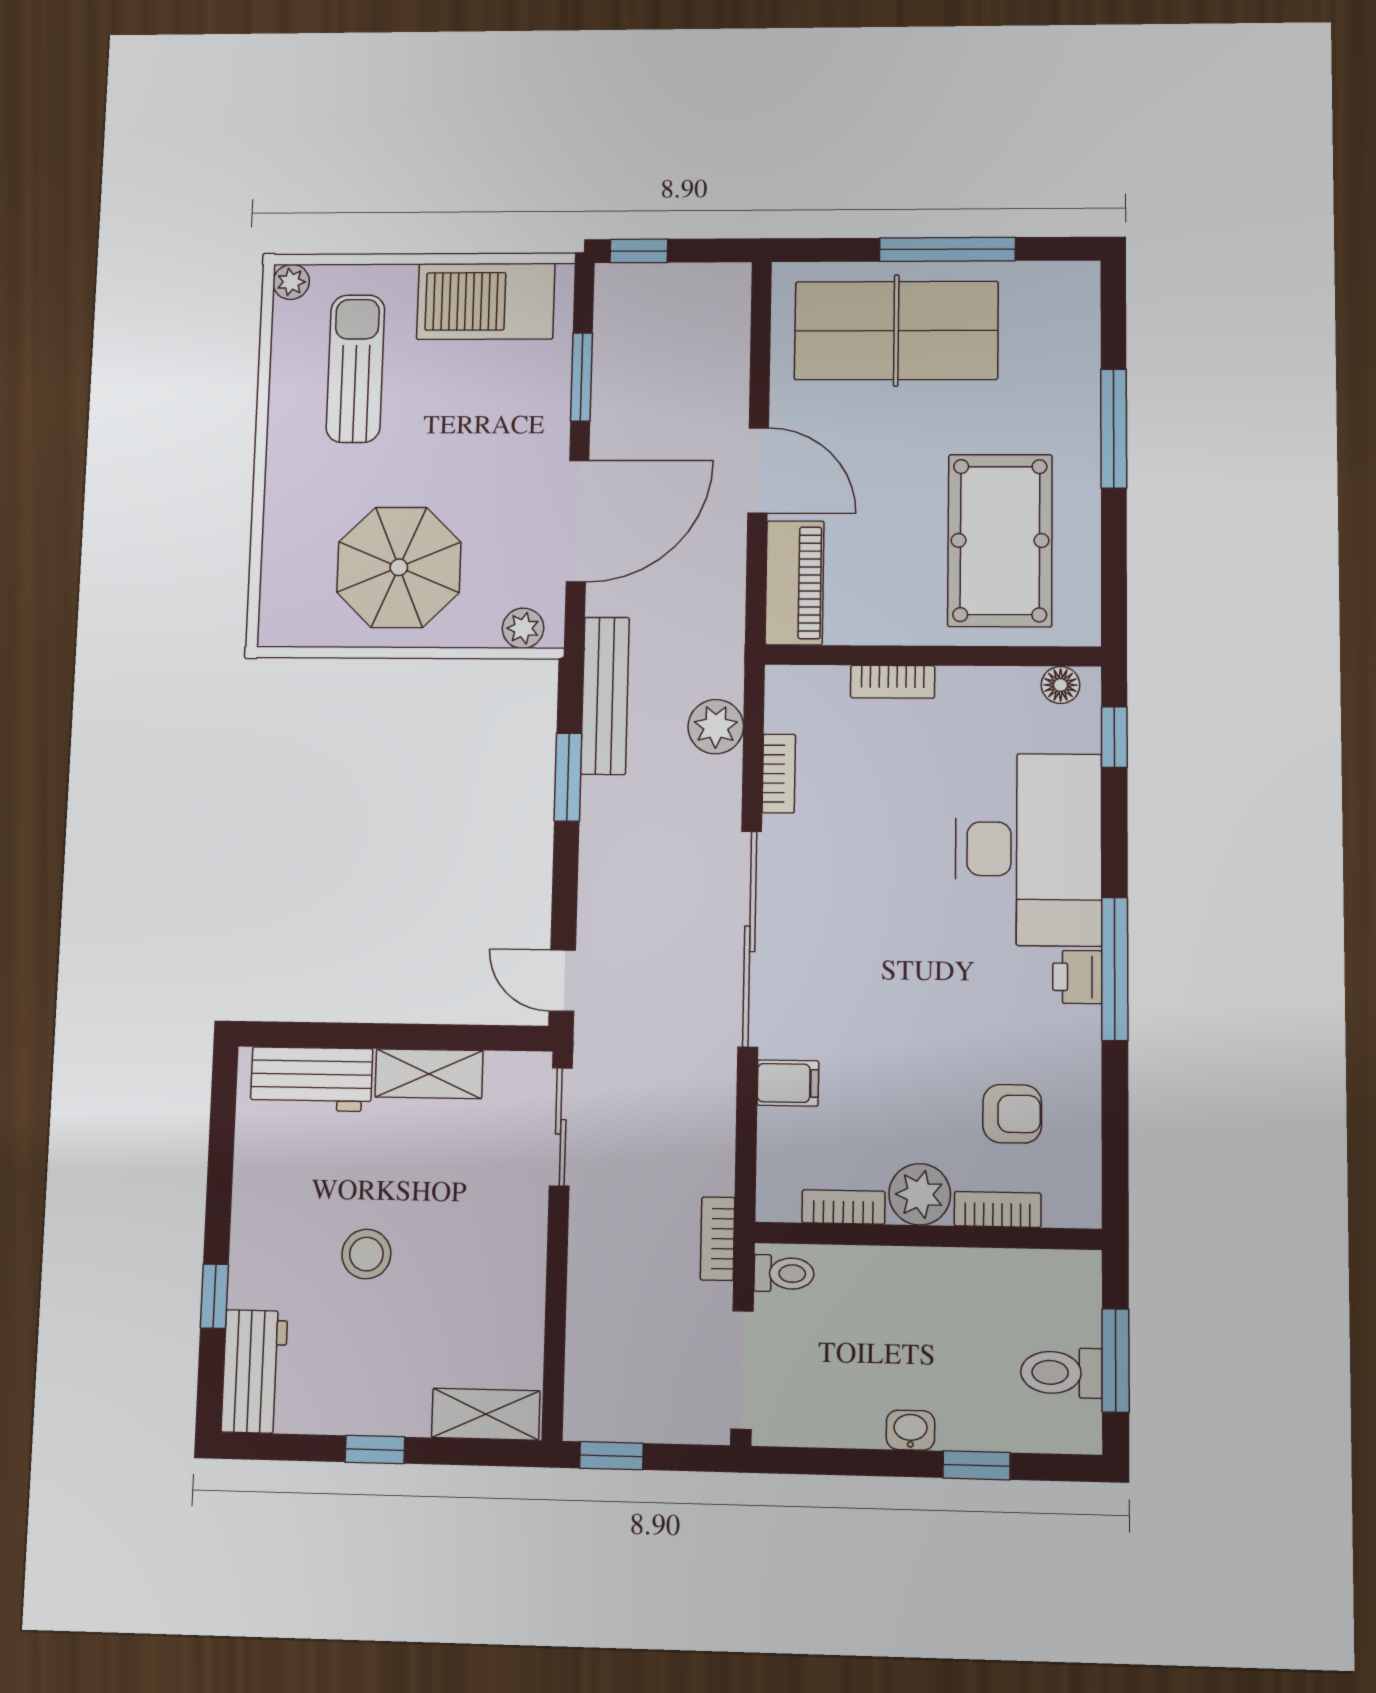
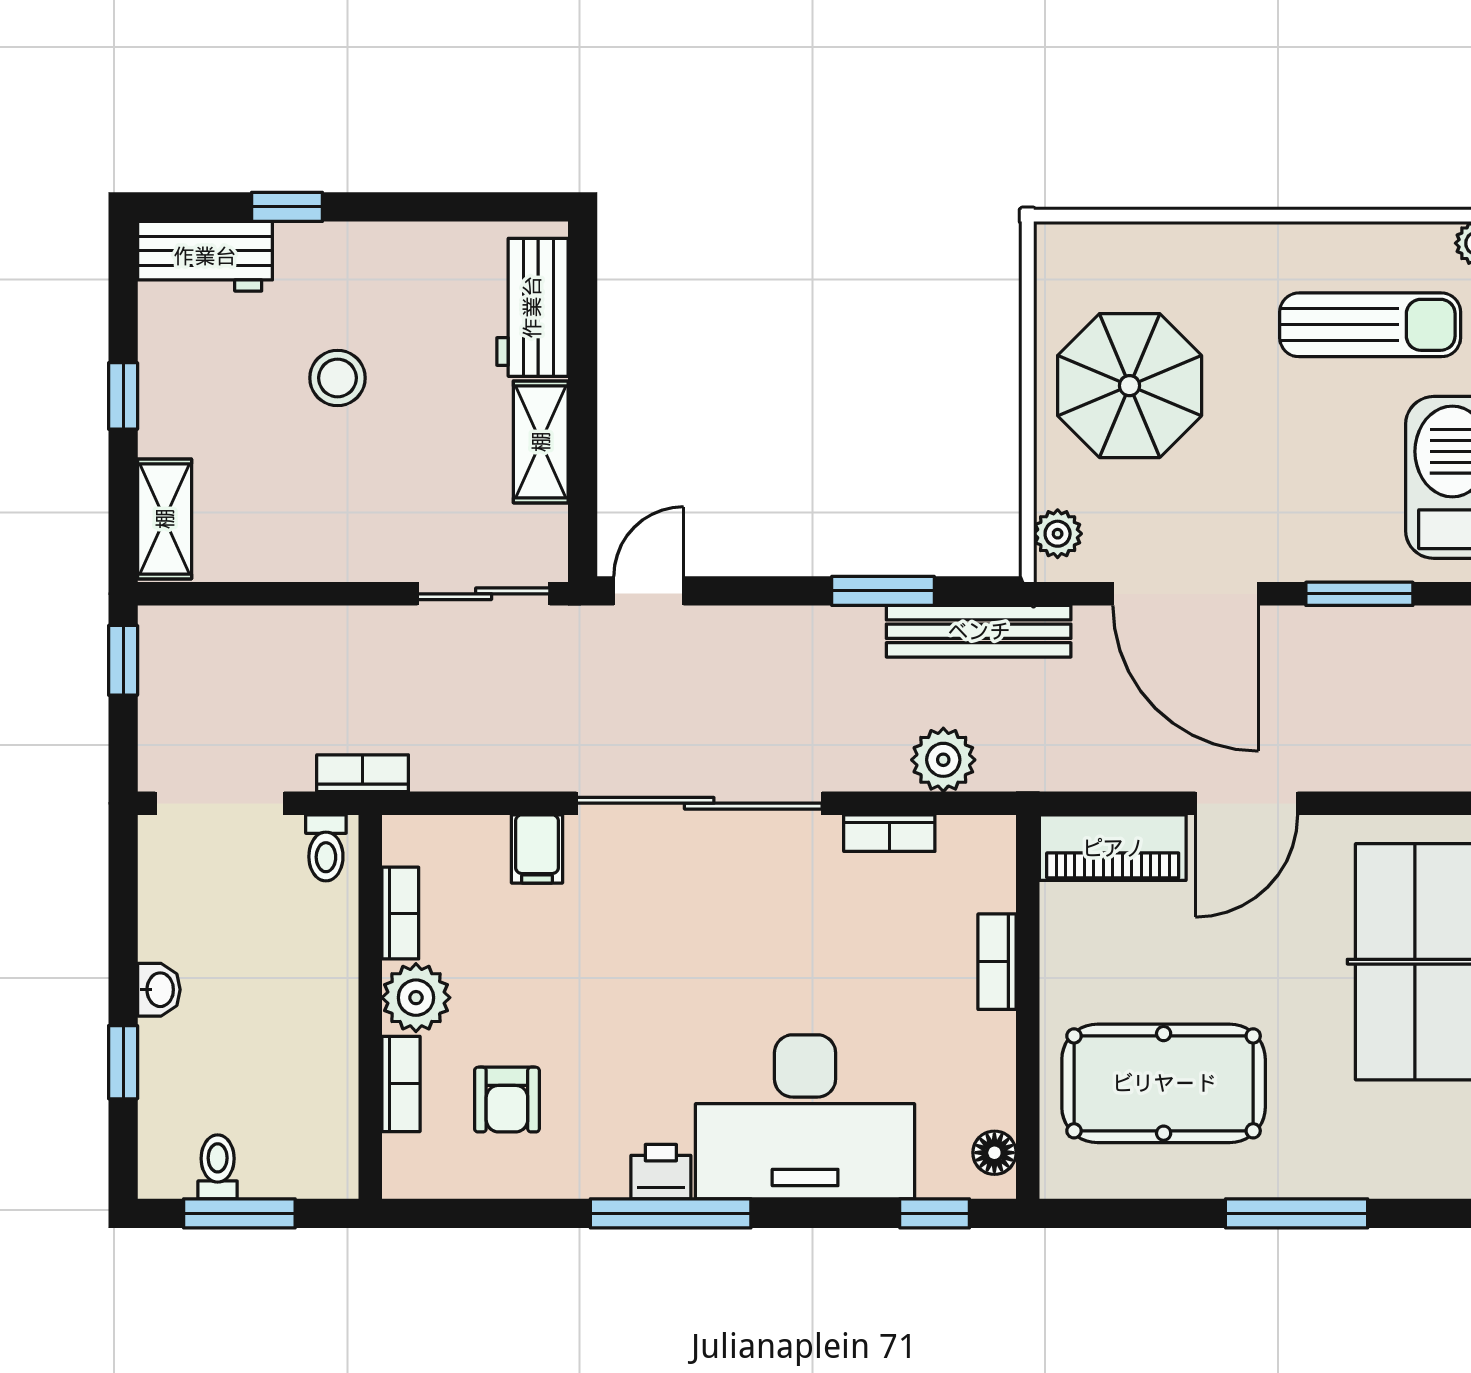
toilet: (1061, 1373) -> (218, 1167), width x0.73, depth x0.72

